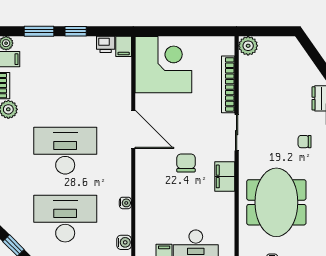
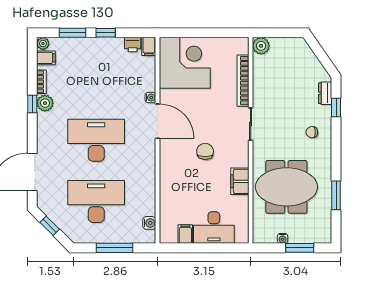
filing cabinet: (225, 176) -> (240, 181), moved
meeting table: (276, 202) -> (286, 187), turned 90
water cooler: (125, 203) -> (150, 98), moved

